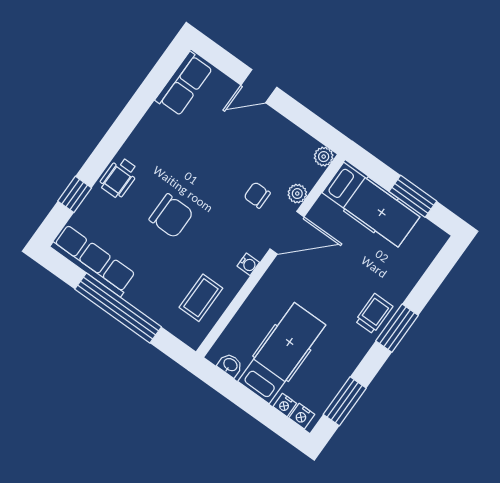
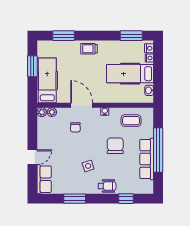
row of seats: (184, 84) -> (44, 179), moved, turned 90
door: (259, 86) -> (32, 157), hinge flipped
window: (137, 107) -> (75, 199), added
side table: (176, 170) -> (88, 166), added
plant: (297, 194) -> (52, 112), moved
chair: (171, 216) -> (115, 146), moved
row of seats: (93, 261) -> (147, 159), moved
window: (397, 328) -> (63, 36), moved

